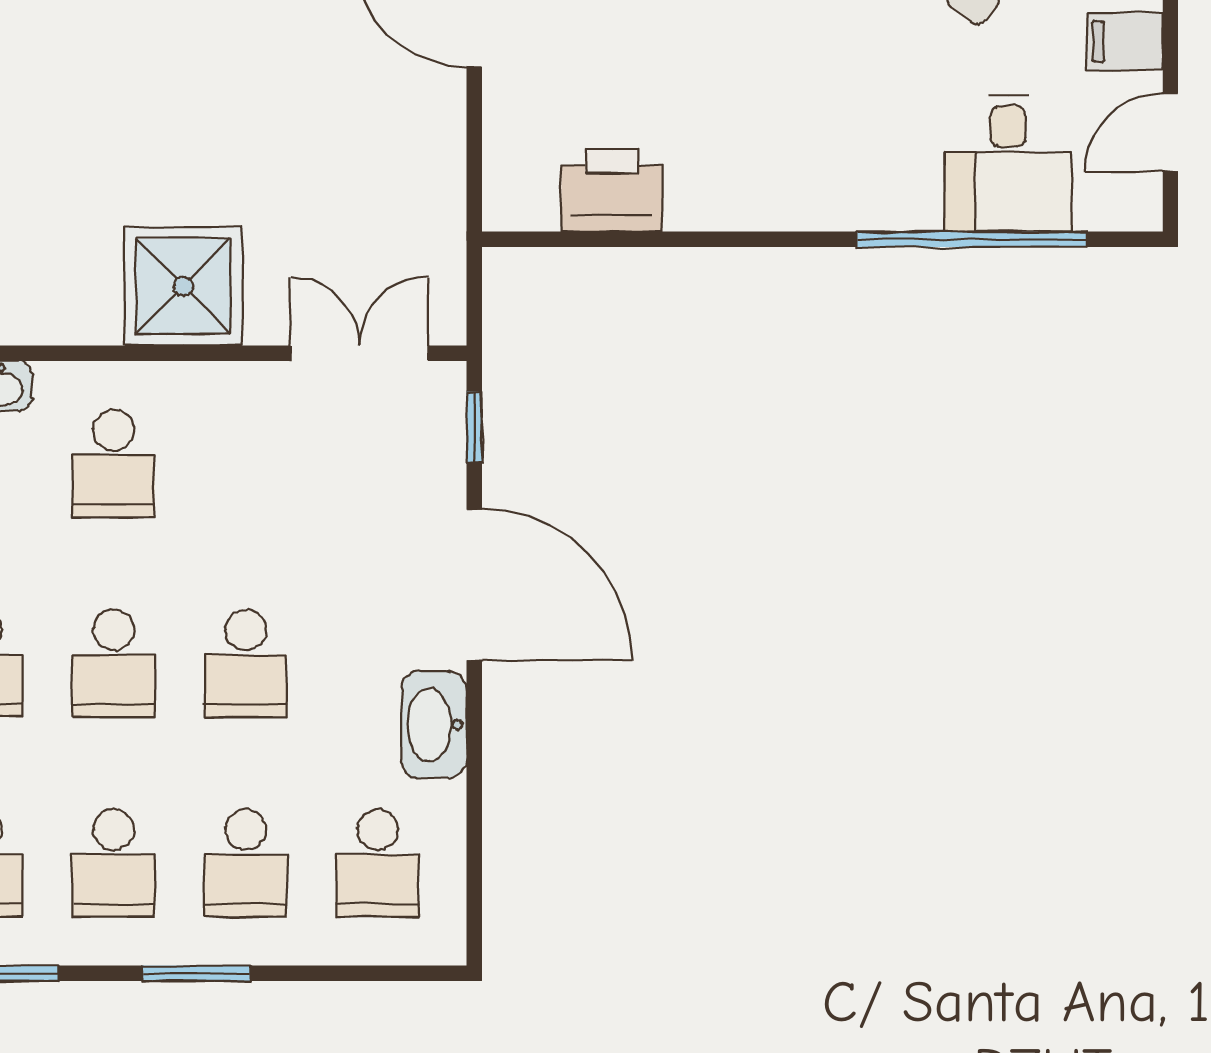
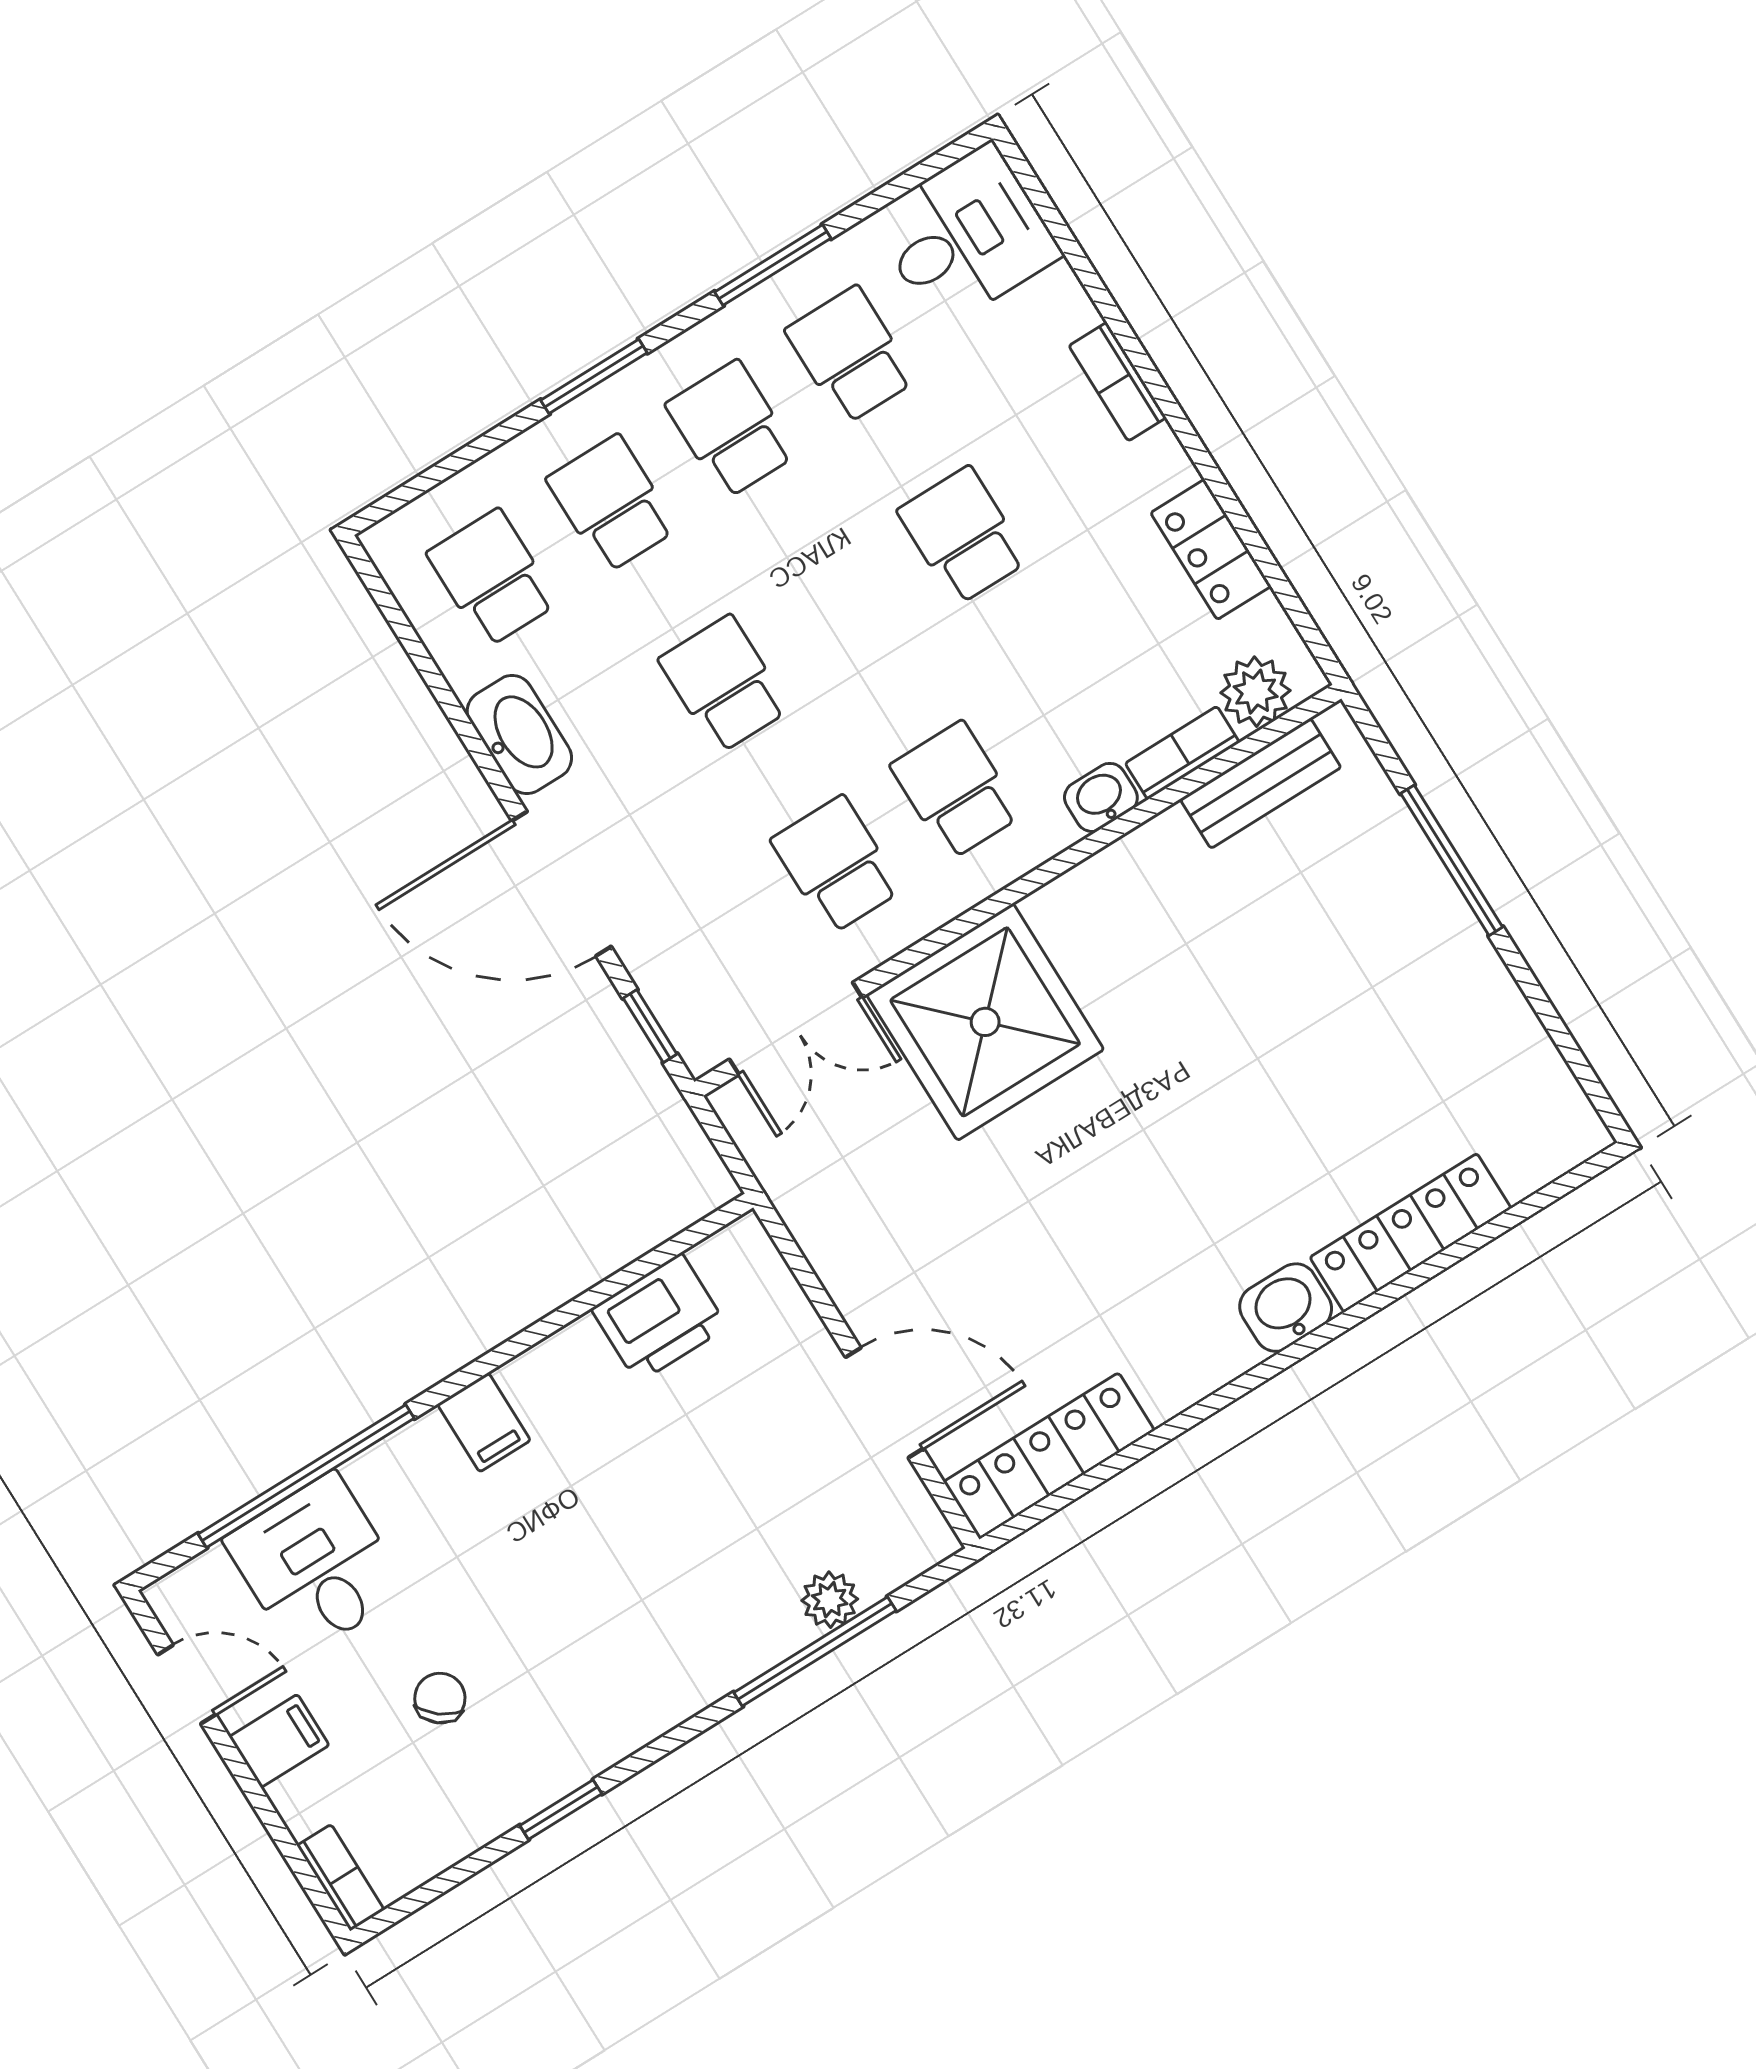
door: (1170, 132) -> (187, 1684), hinge flipped
filing cabinet: (803, 194) -> (484, 1422), added
shower: (183, 286) -> (985, 1022), width x1.37, depth x1.37
school desk: (114, 663) -> (836, 865), moved

